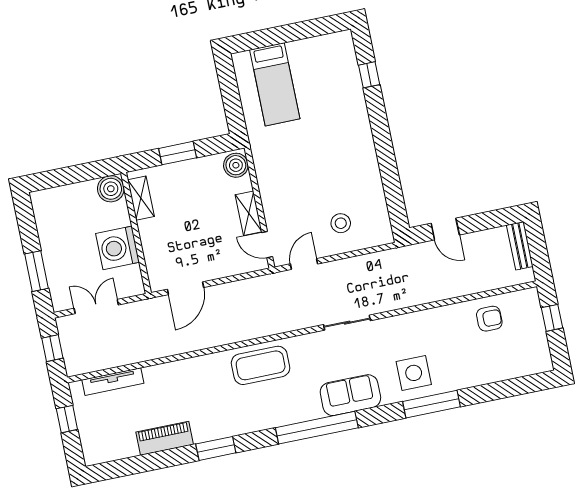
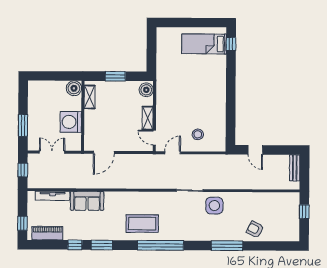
window: (369, 75) -> (231, 44), moved
bed: (275, 84) -> (204, 44), moved, turned 90
armchair: (489, 319) -> (255, 229), moved, turned -153
coffee table: (261, 365) -> (142, 224), moved
side table: (414, 373) -> (214, 206), moved
sofa: (350, 395) -> (87, 201), moved, turned 180
window: (67, 419) -> (22, 223), moved
piano: (165, 438) -> (47, 233), moved
window: (169, 458) -> (75, 245), added

